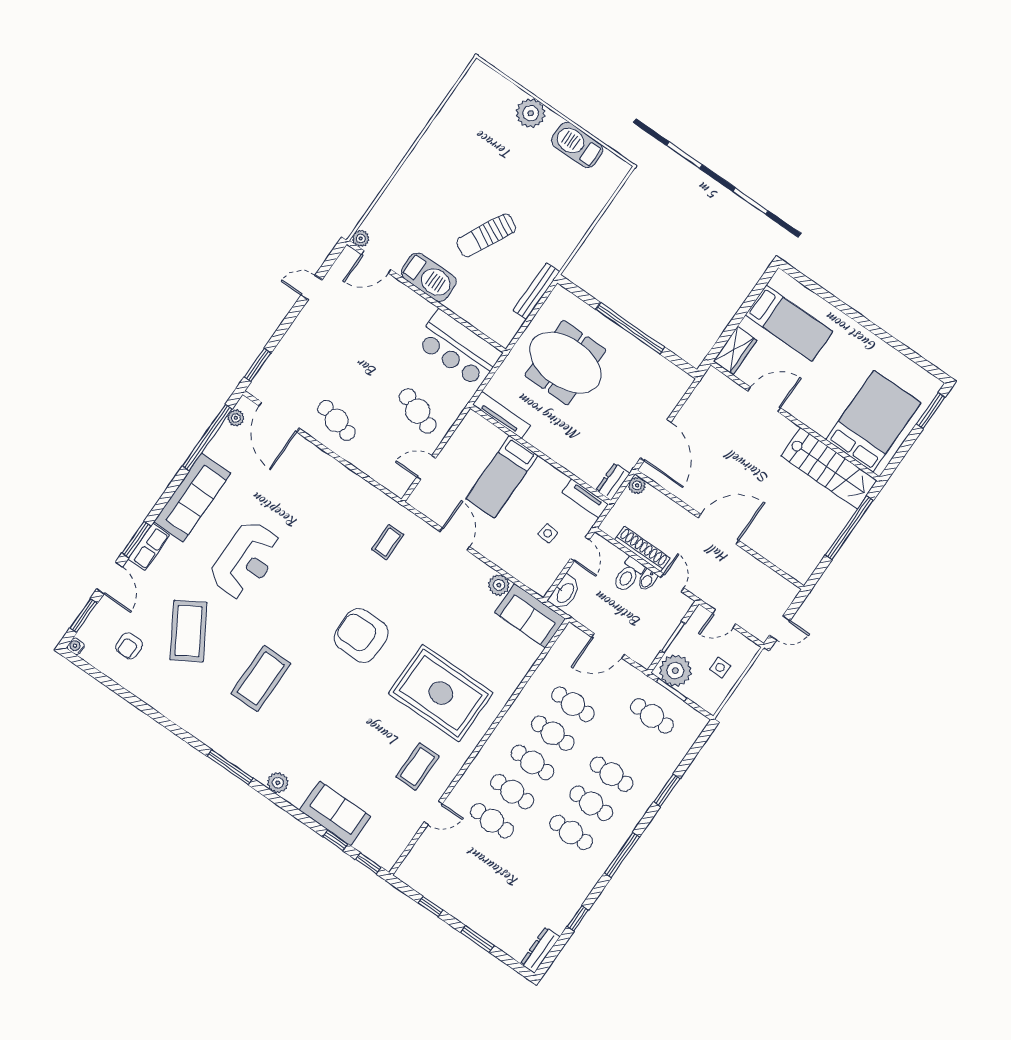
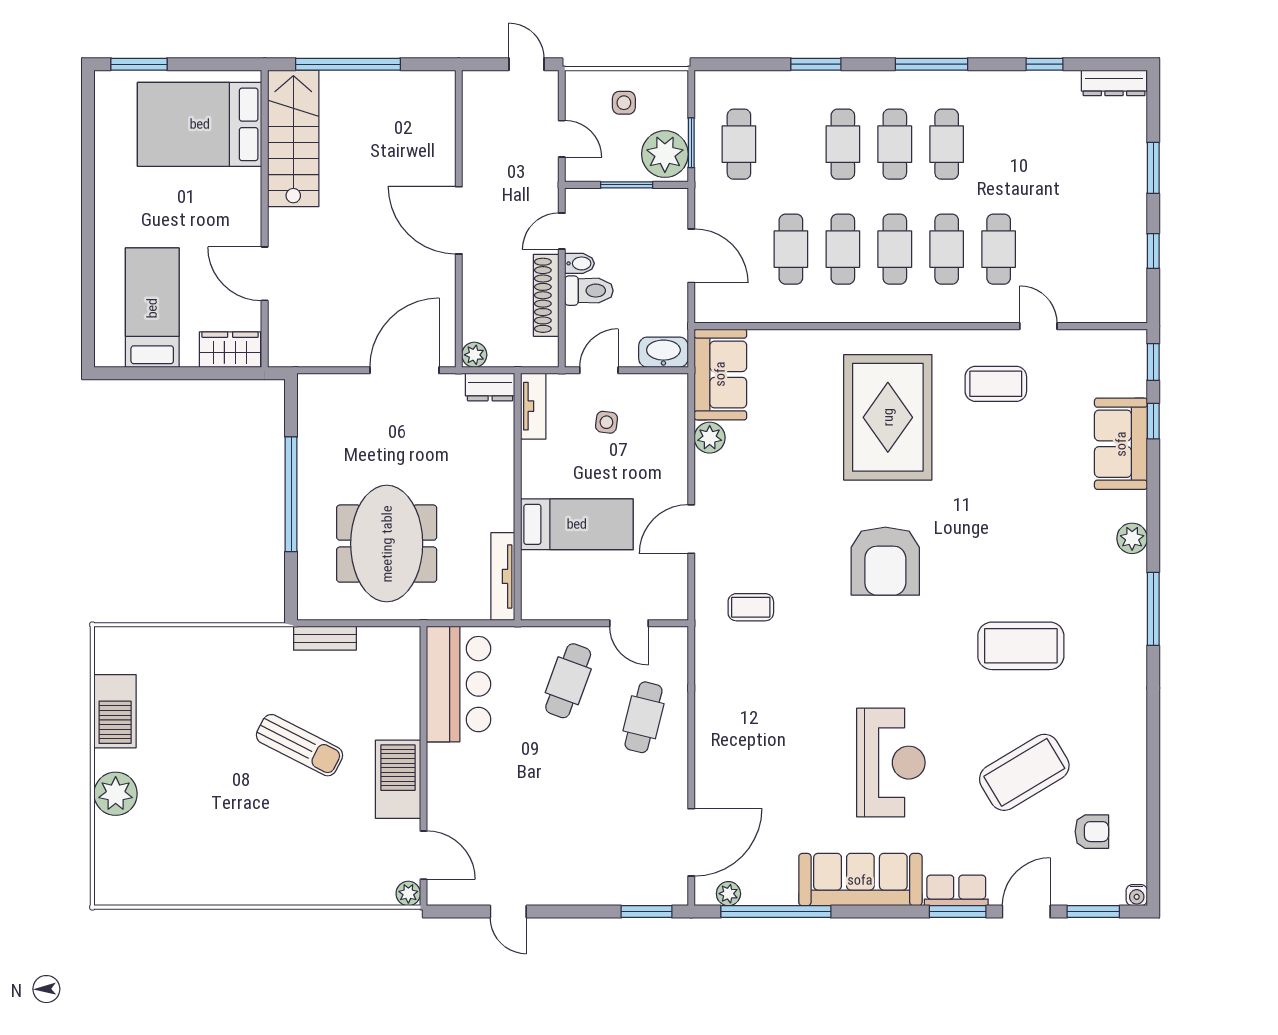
bench: (536, 291) -> (325, 638), width x0.73
cafe table: (336, 420) -> (644, 717), moved
reception desk: (246, 560) -> (891, 763), turned 90

